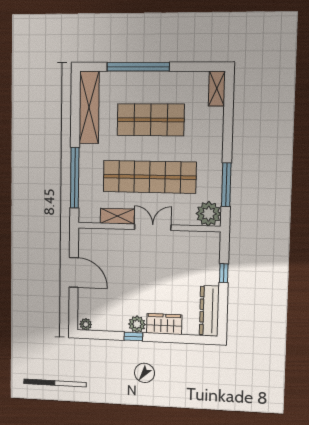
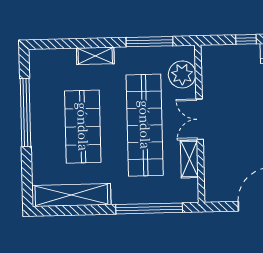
window: (138, 67) -> (25, 113), moved
shelving: (217, 89) -> (95, 56), moved
plant: (209, 214) -> (182, 74), moved

